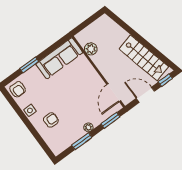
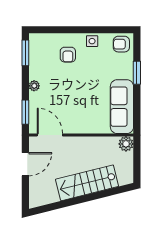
plant: (91, 49) -> (126, 144), moved
stairs: (144, 58) -> (87, 183), moved
window: (165, 80) -> (25, 194), removed
window: (82, 141) -> (25, 53), moved

